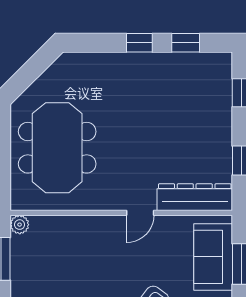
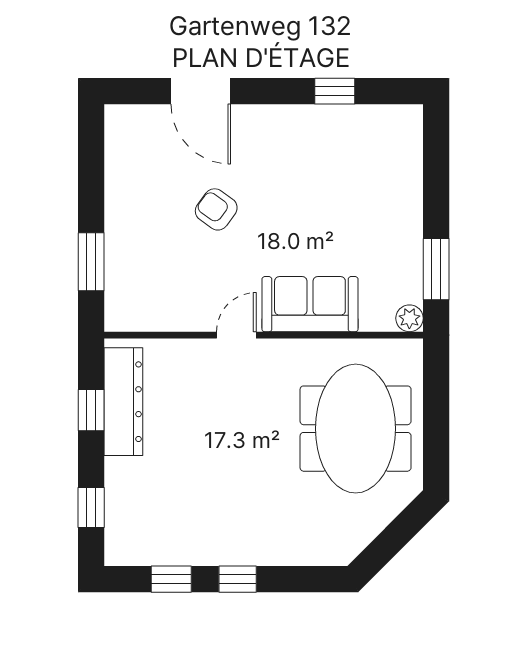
dresser: (195, 197) -> (123, 402), moved, turned -90
sofa: (213, 257) -> (310, 304), moved, turned -90

